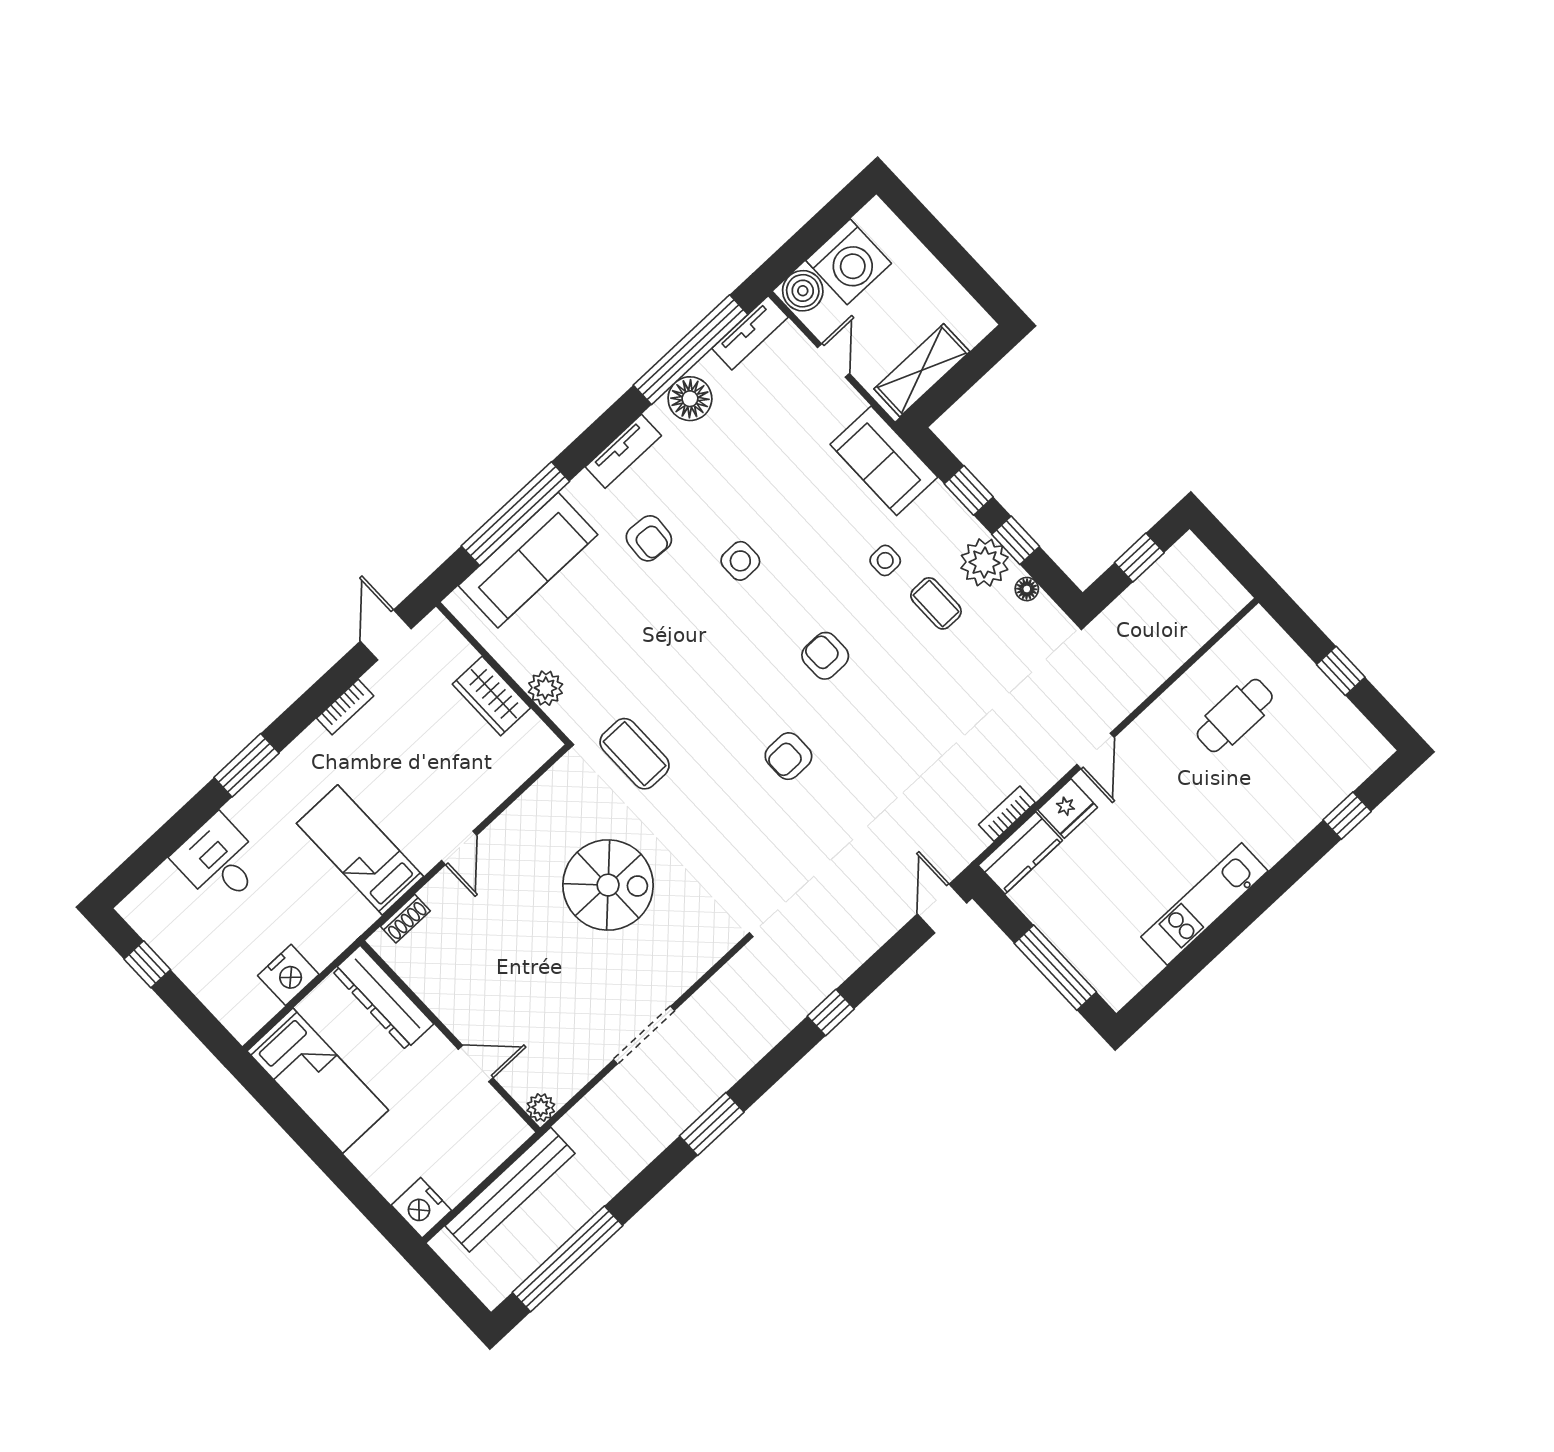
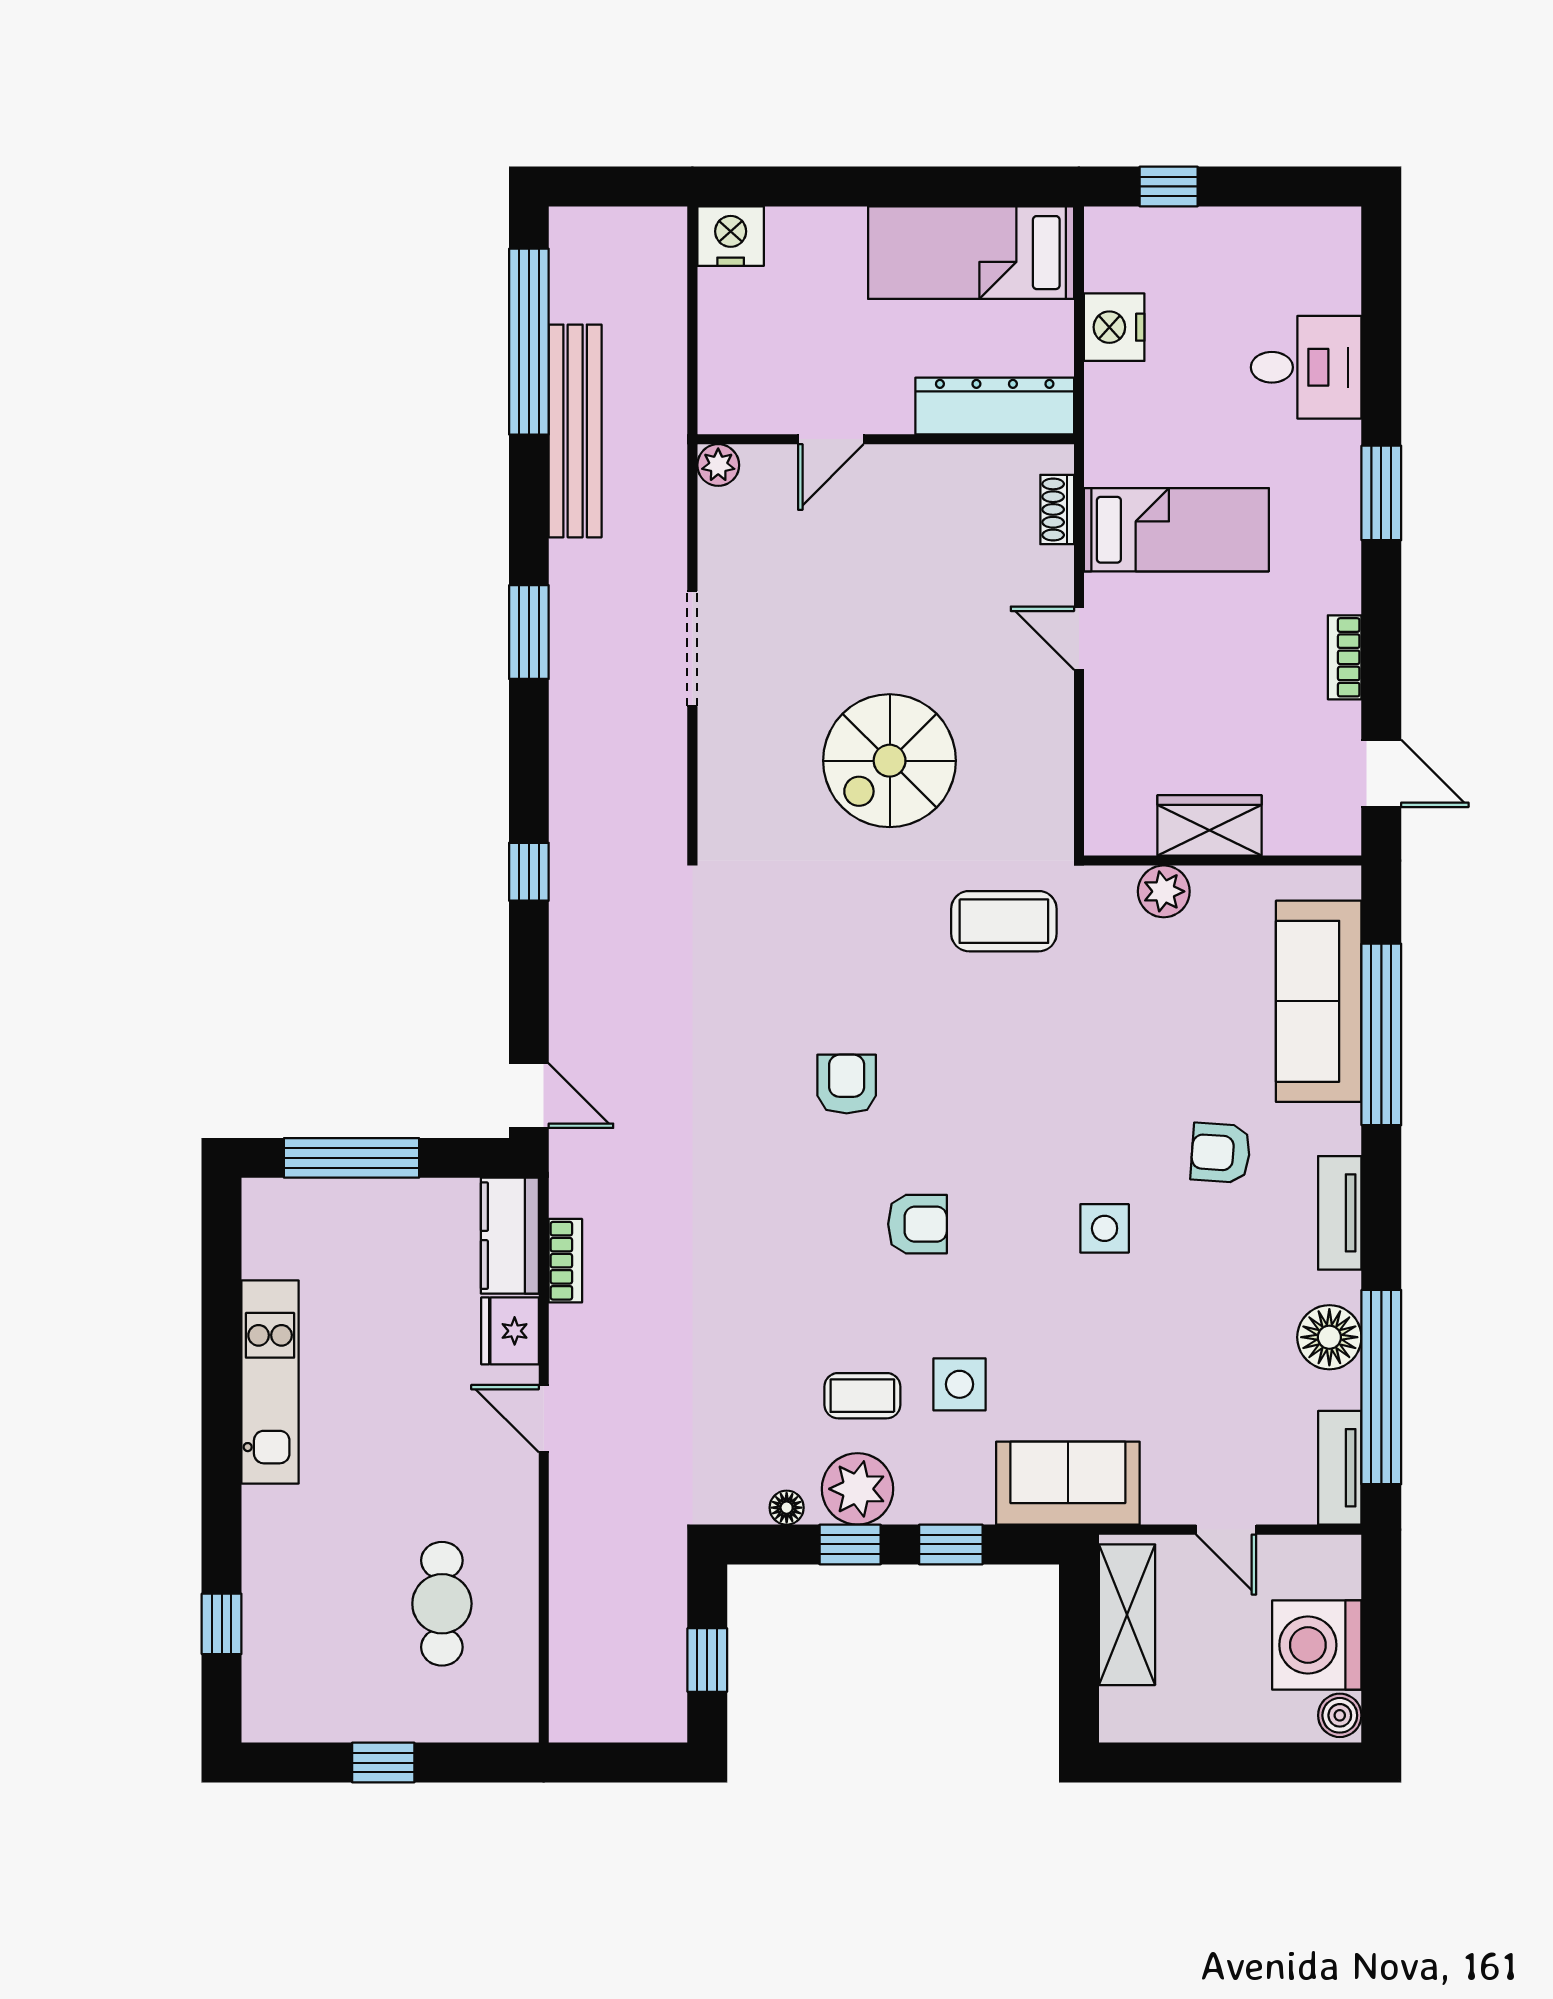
boiler: (803, 291) -> (1340, 1715), moved, width x0.73, depth x0.73
side table: (885, 560) -> (959, 1384), width x1.37, depth x1.37
window: (147, 964) -> (1169, 186), moved
bench: (510, 1190) -> (575, 431), moved

